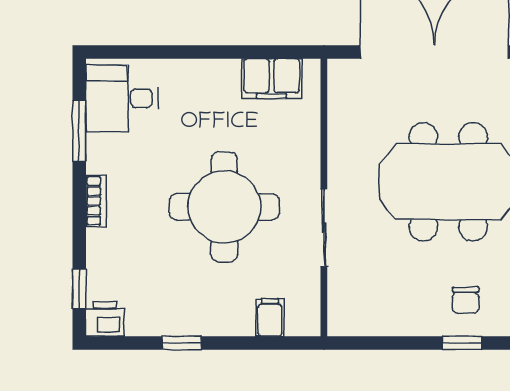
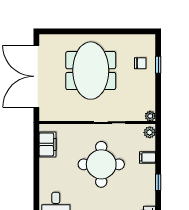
filing cabinet: (270, 318) -> (148, 158), moved
plant: (300, 322) -> (150, 132), added
plant: (340, 324) -> (150, 116), added

